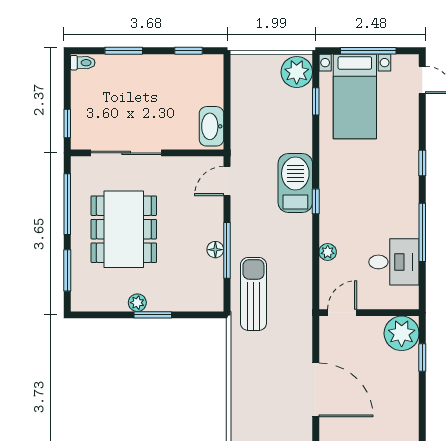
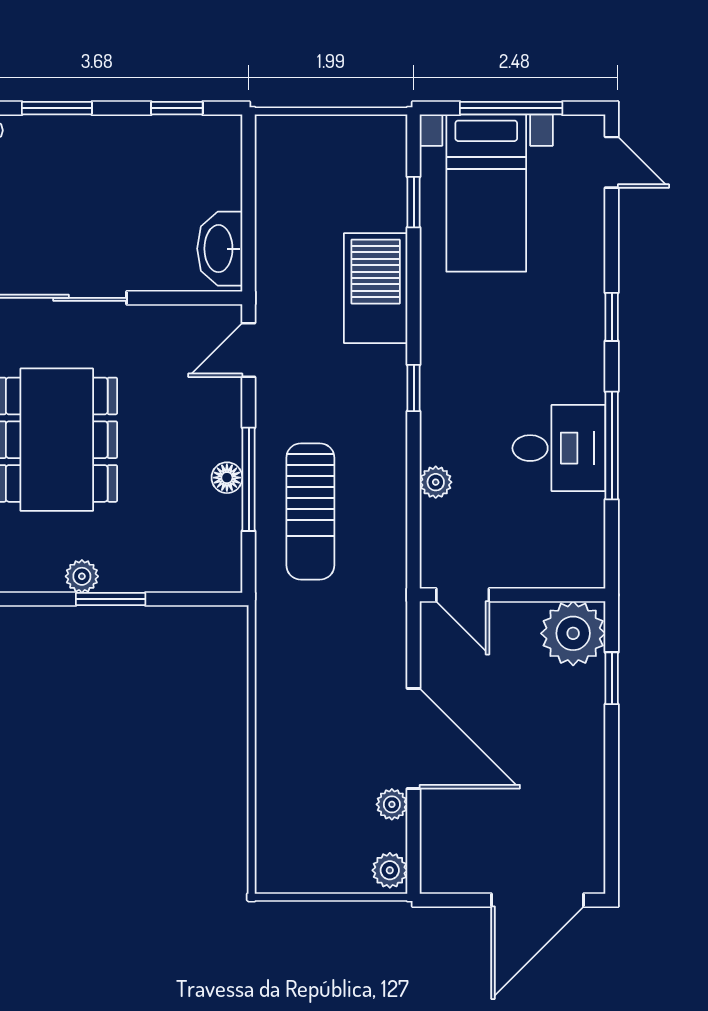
plant: (297, 72) -> (392, 804), moved, width x0.53, depth x0.53
barbecue: (295, 183) -> (376, 288), moved
desk: (394, 262) -> (559, 448), moved
sun lounger: (253, 294) -> (310, 511), moved, turned 180
door: (342, 313) -> (463, 595), swing flipped

